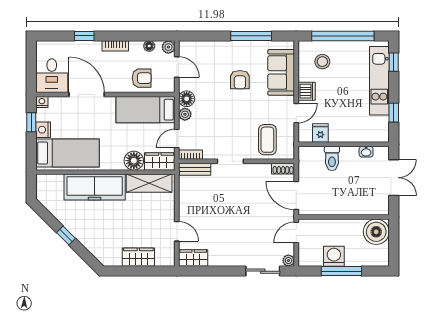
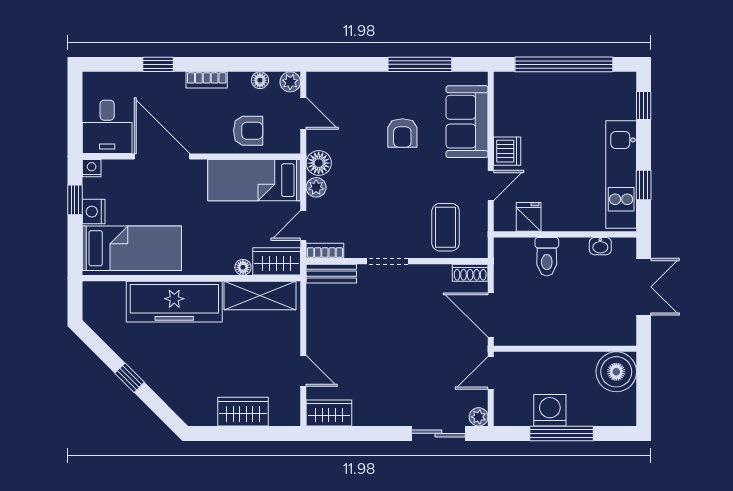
stool: (322, 62) -> (532, 105), removed
kitchen unit: (379, 81) -> (621, 174), moved
floor lamp: (134, 161) -> (243, 267), width x0.53, depth x0.53

